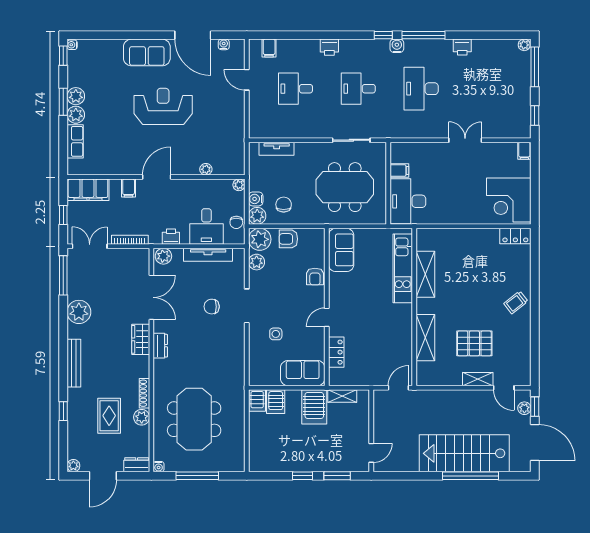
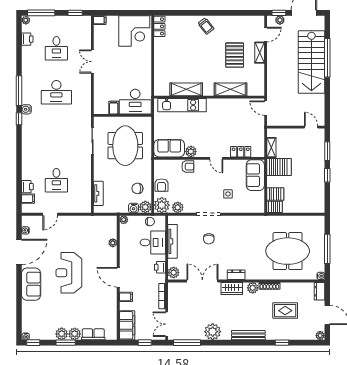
printer: (329, 47) -> (27, 187), moved
printer: (462, 47) -> (27, 39), moved
desk: (358, 89) -> (56, 48), moved
plant: (336, 281) -> (191, 152), added
plant: (142, 417) -> (253, 288), moved

